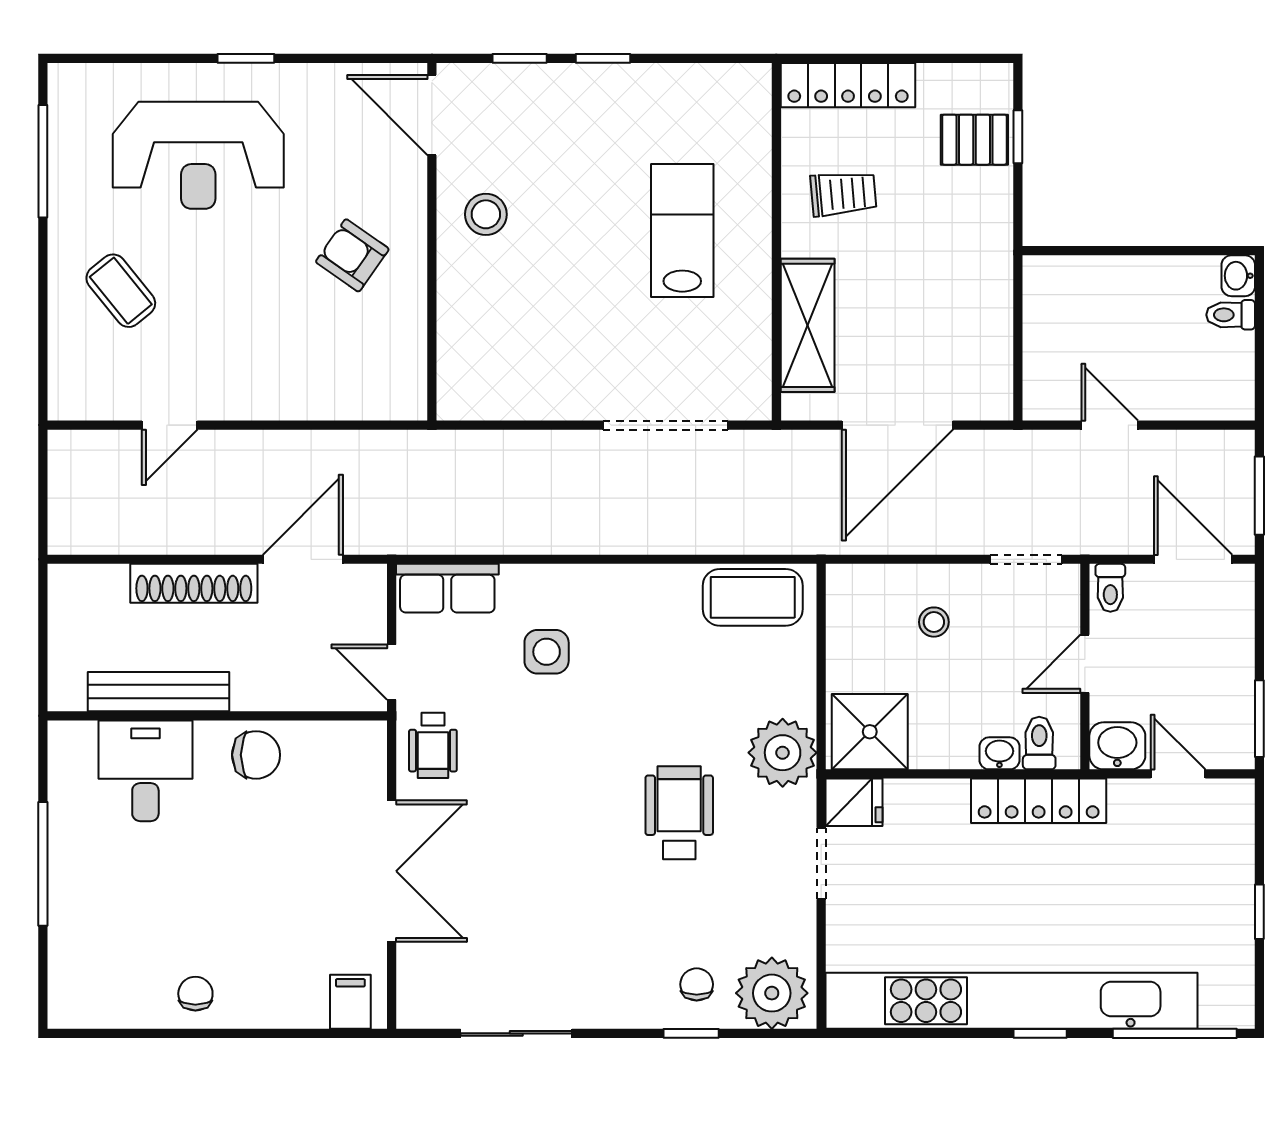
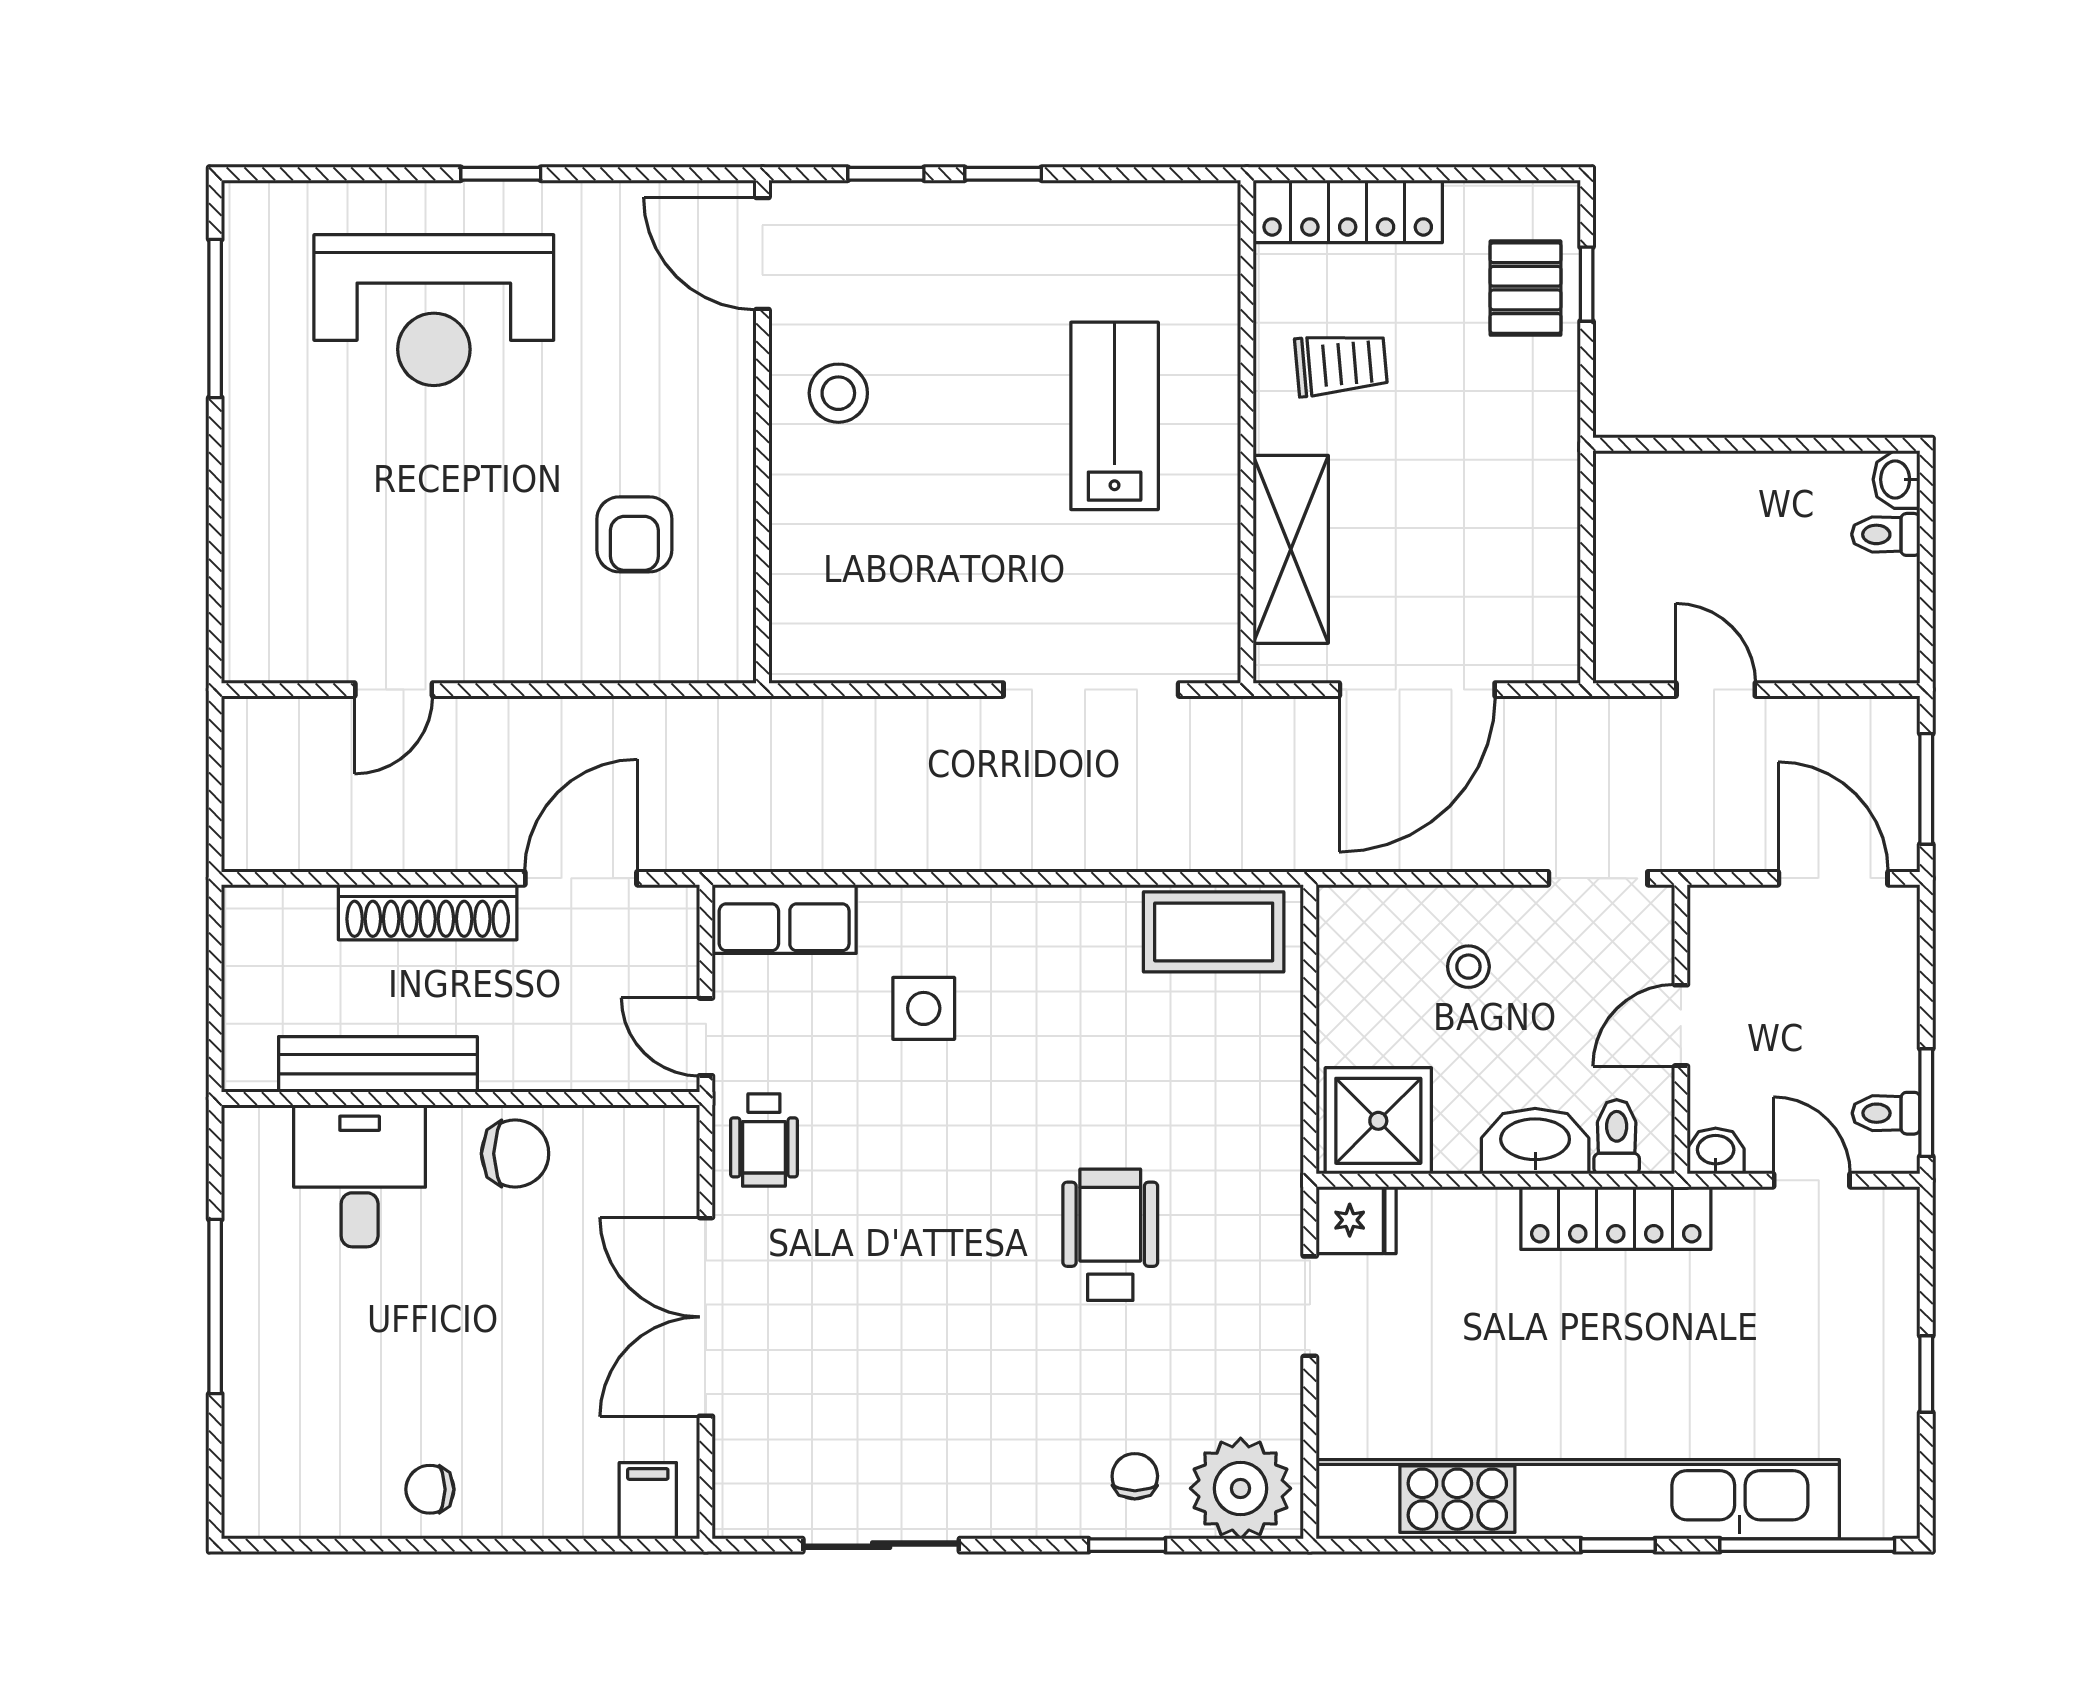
pallet: (974, 140) -> (1526, 288), turned 90
armchair: (352, 255) -> (634, 534), moved, turned -125
coffee table: (121, 291) -> (325, 501), removed
toilet: (1110, 588) -> (1886, 1113), moved, turned 90
washbasin: (1117, 746) -> (1716, 1151), width x0.72, depth x0.69
plant: (783, 753) -> (1256, 1150), removed
washbasin: (999, 753) -> (1535, 1141), width x1.91, depth x1.45
double door: (392, 871) -> (706, 1317), swing flipped
chair: (195, 994) -> (430, 1489), turned -90

